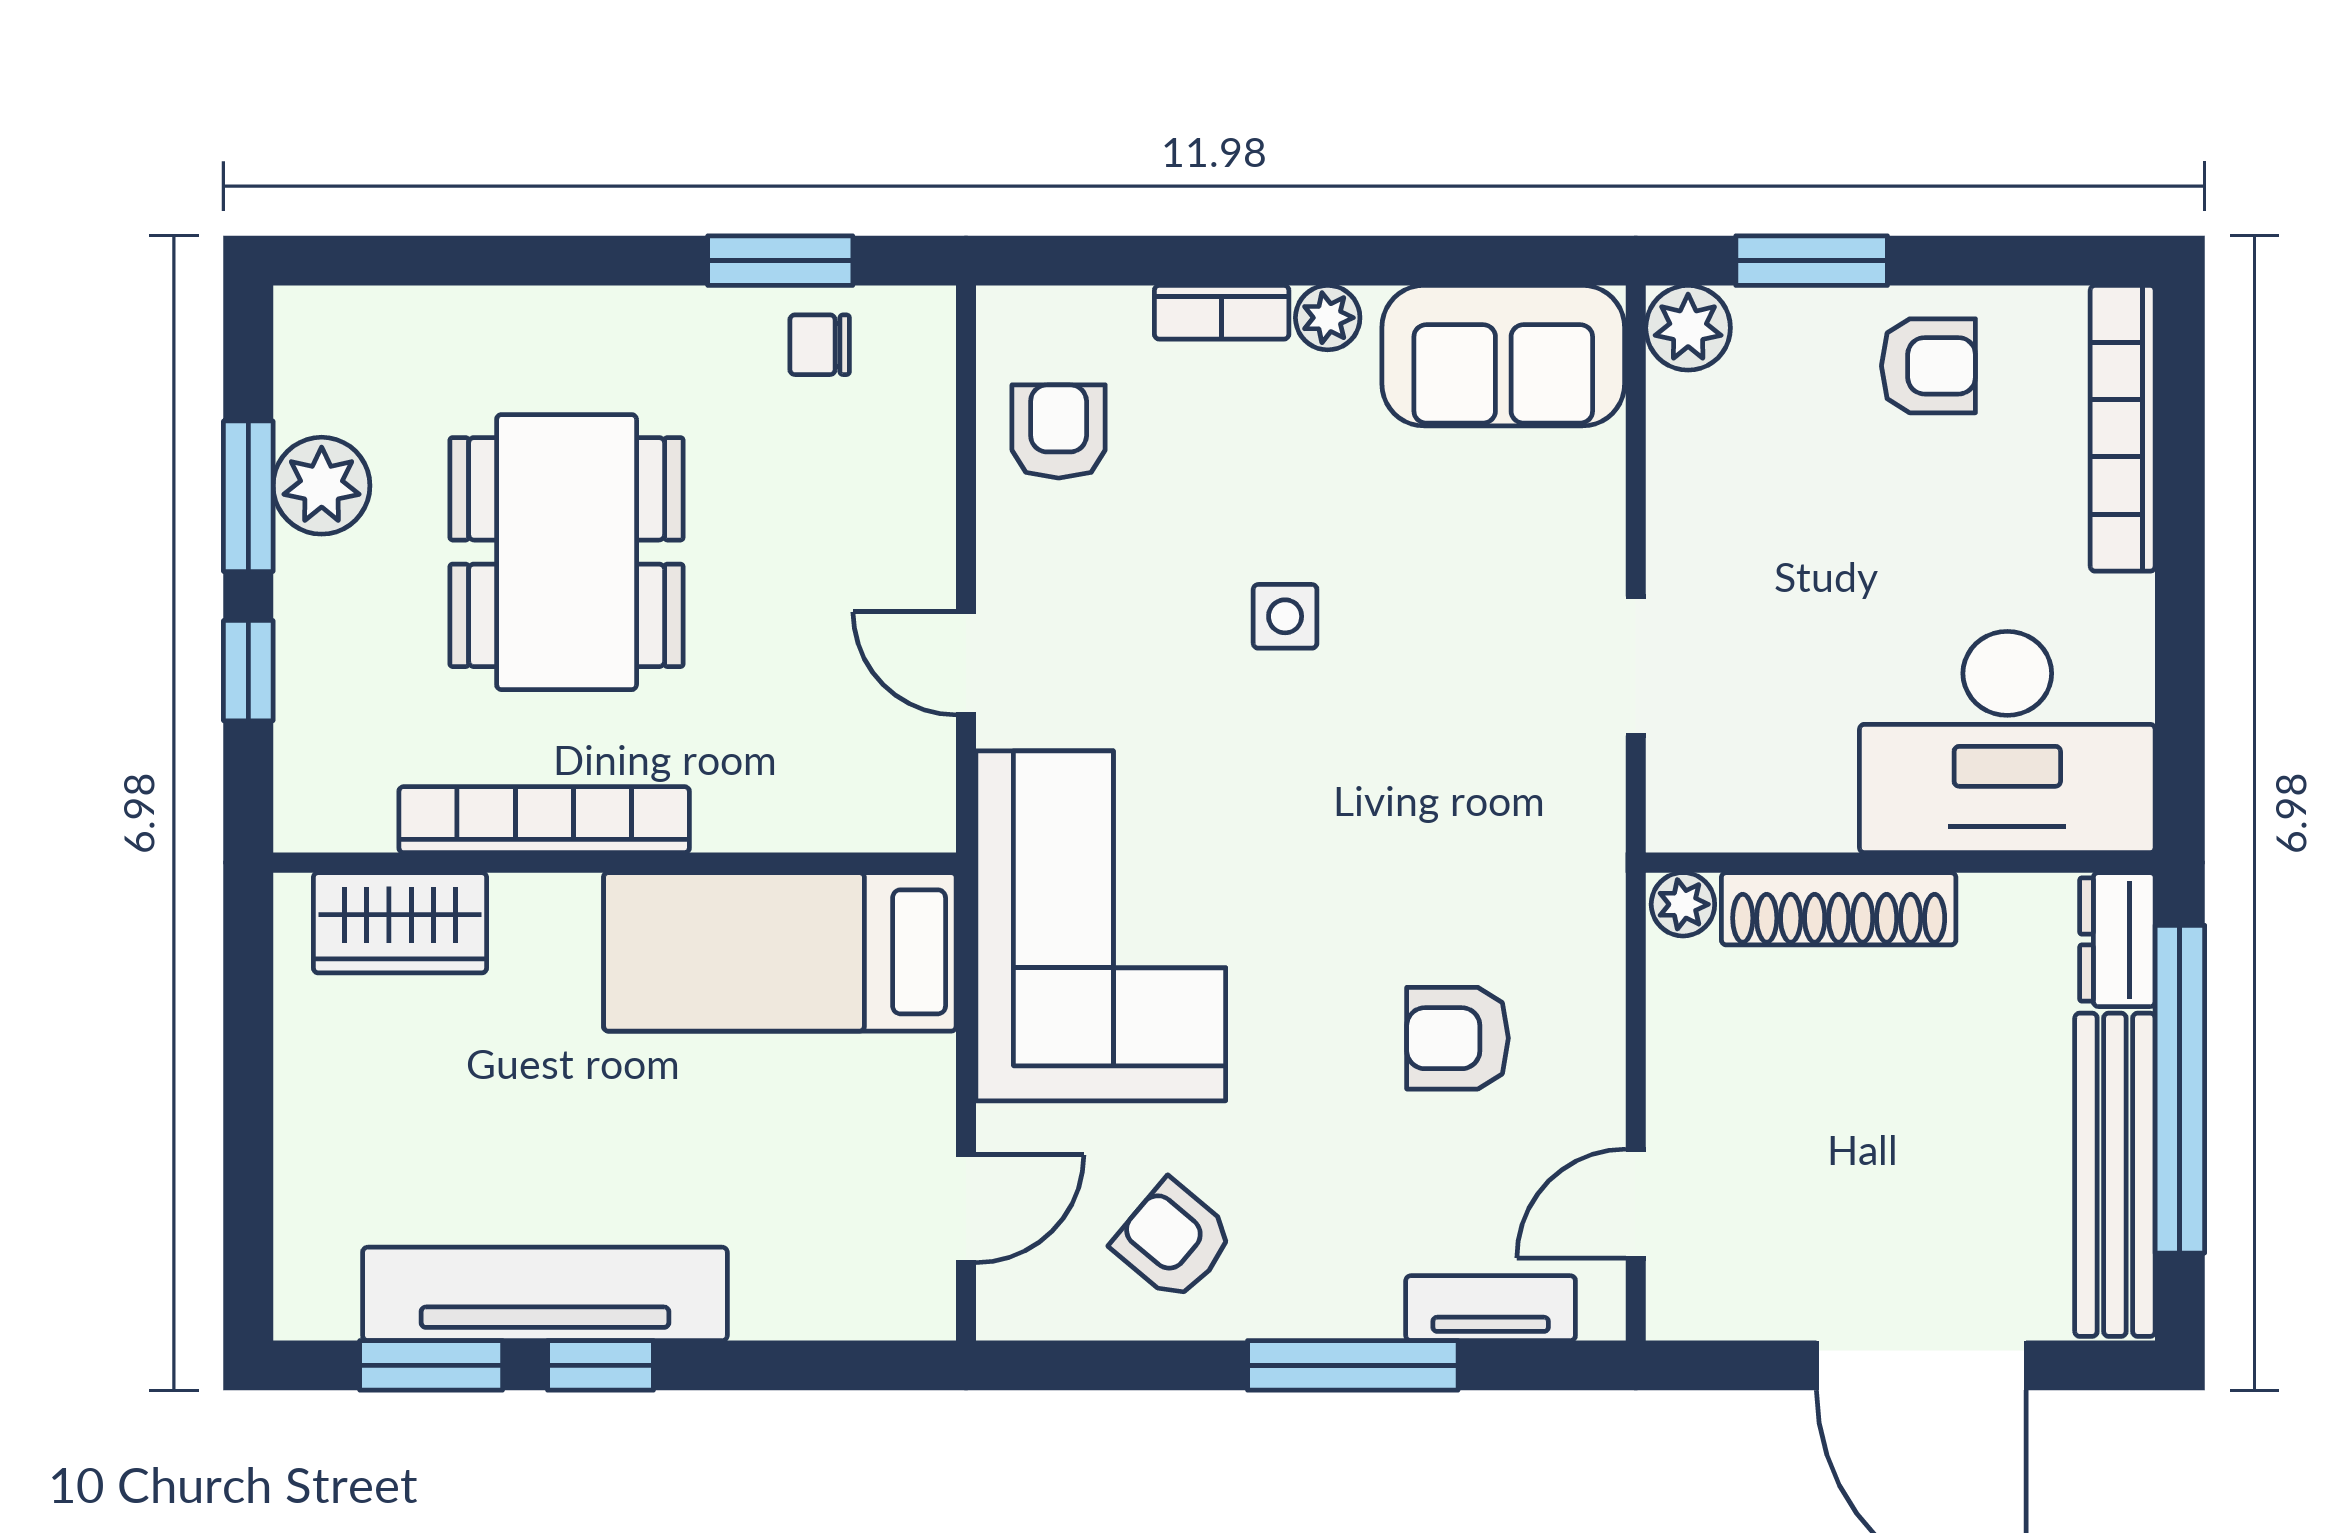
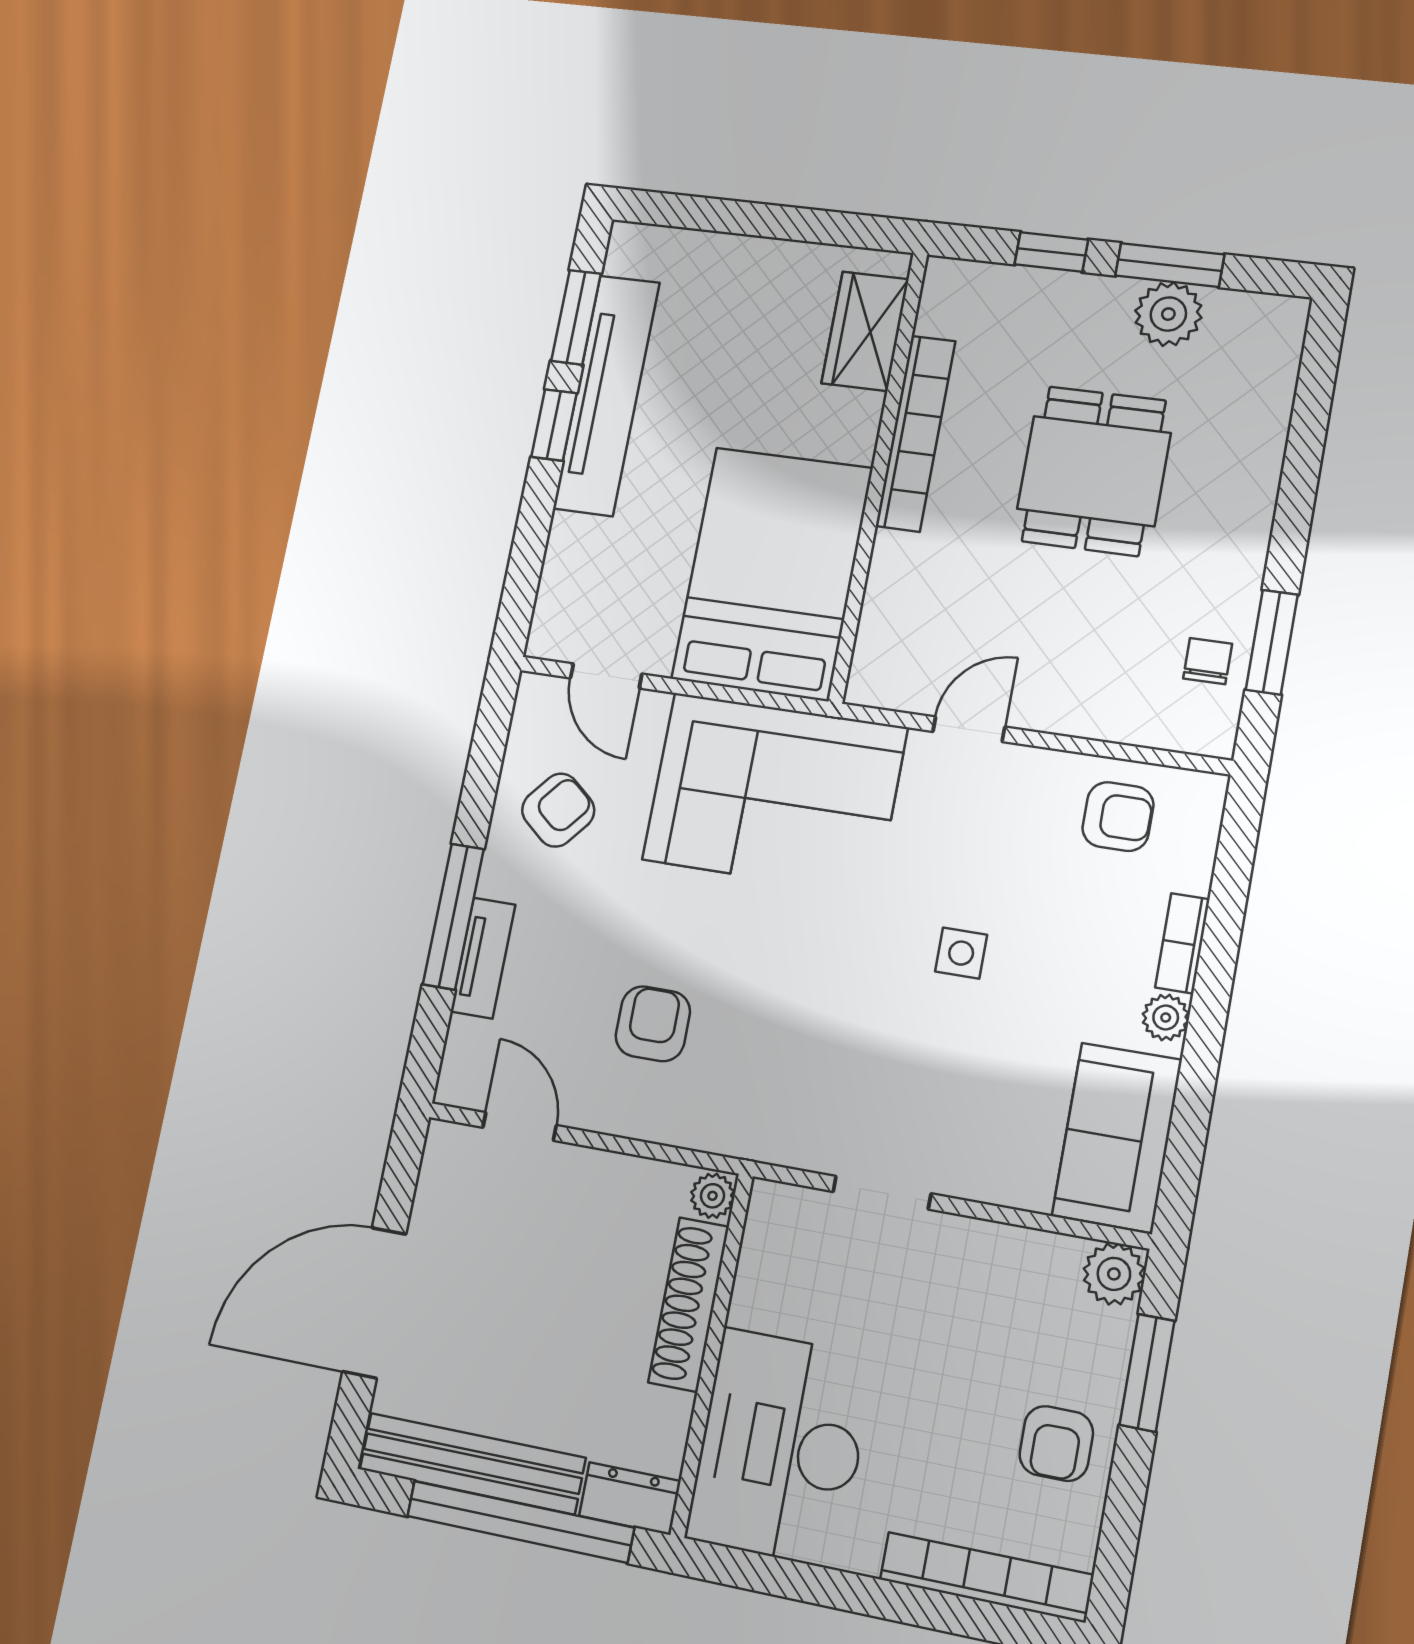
dining table: (567, 552) -> (1094, 471), width x0.73
bed: (780, 952) -> (772, 573), width x1.50
tv unit: (1491, 1308) -> (483, 958), moved

